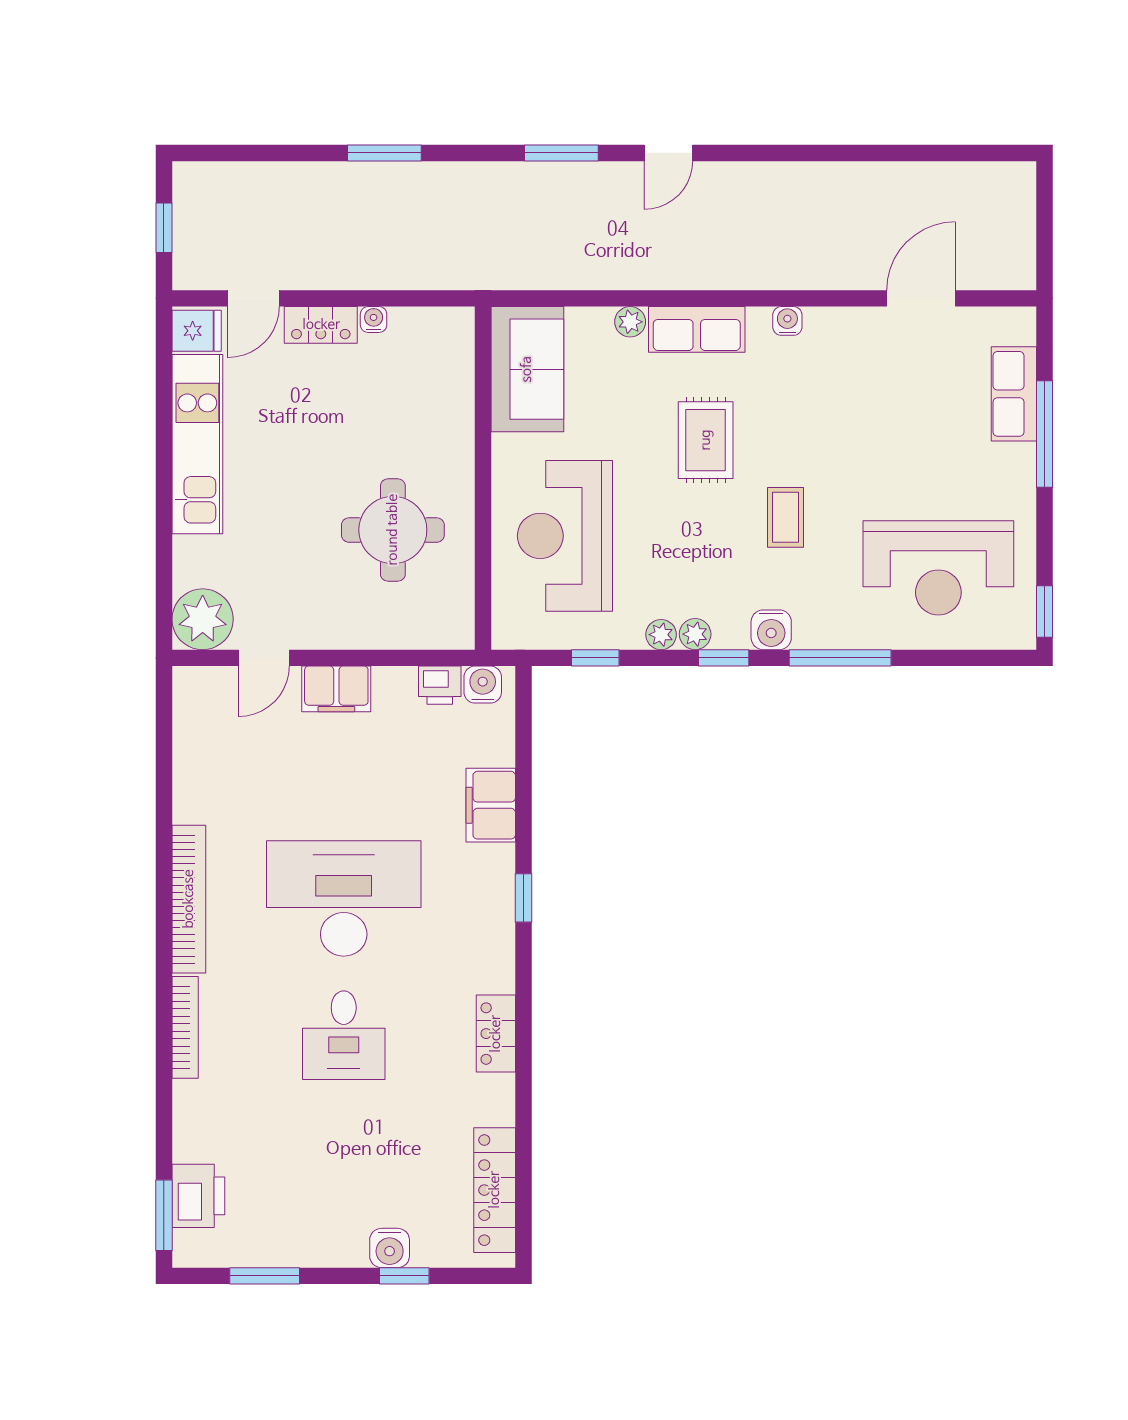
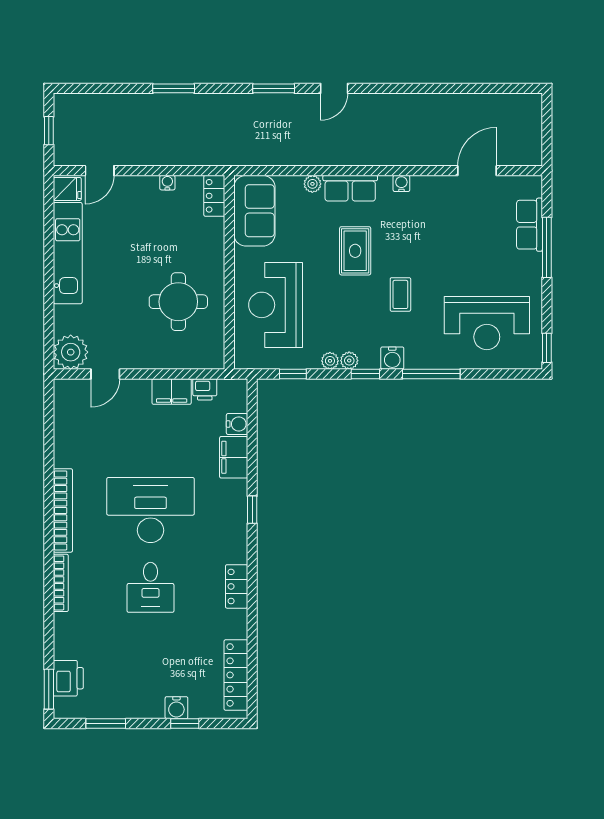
locker: (321, 325) -> (214, 196), moved, turned 90
water cooler: (483, 685) -> (237, 424), moved, turned 90
filing cabinet: (336, 689) -> (172, 391), moved

